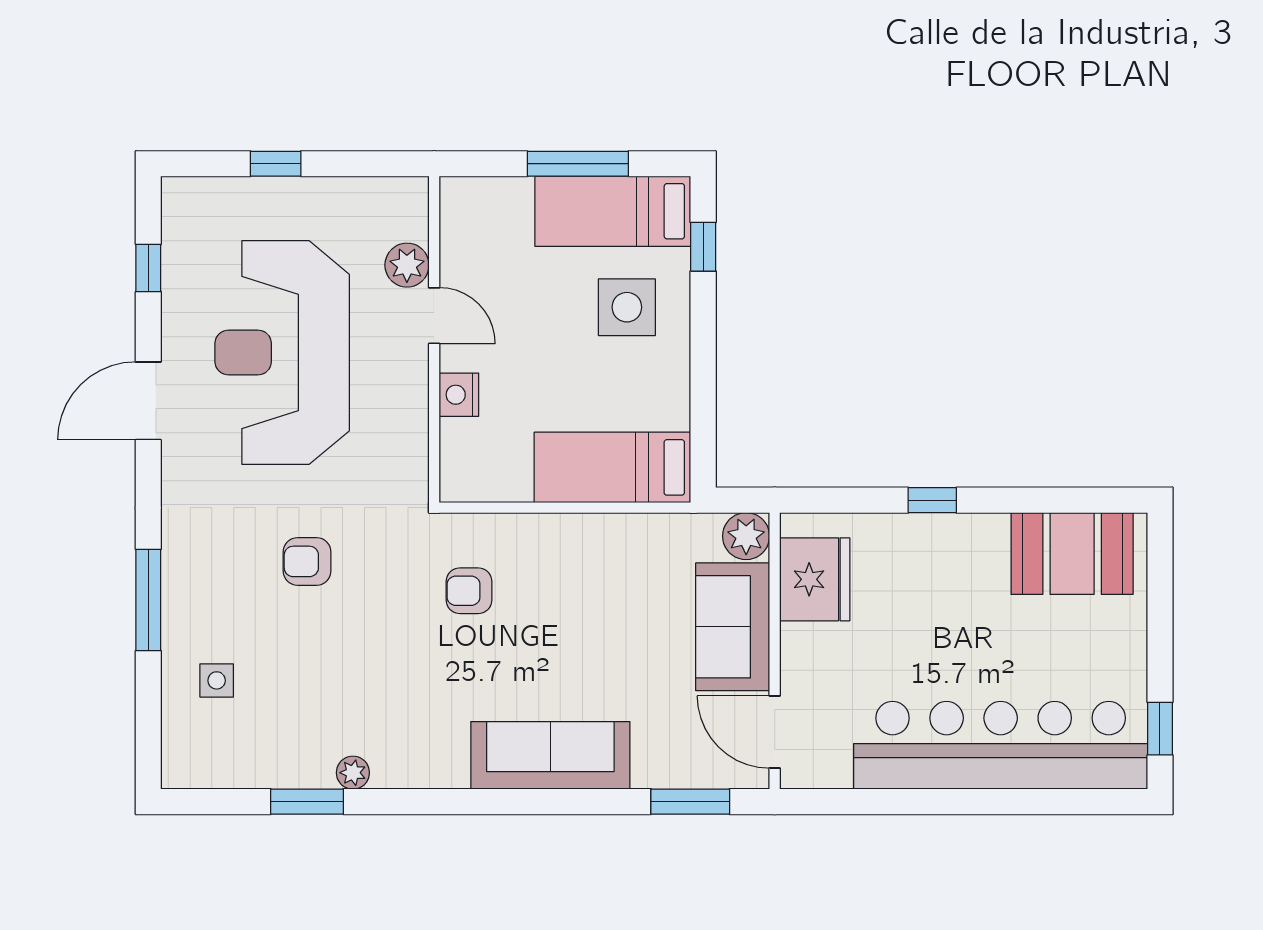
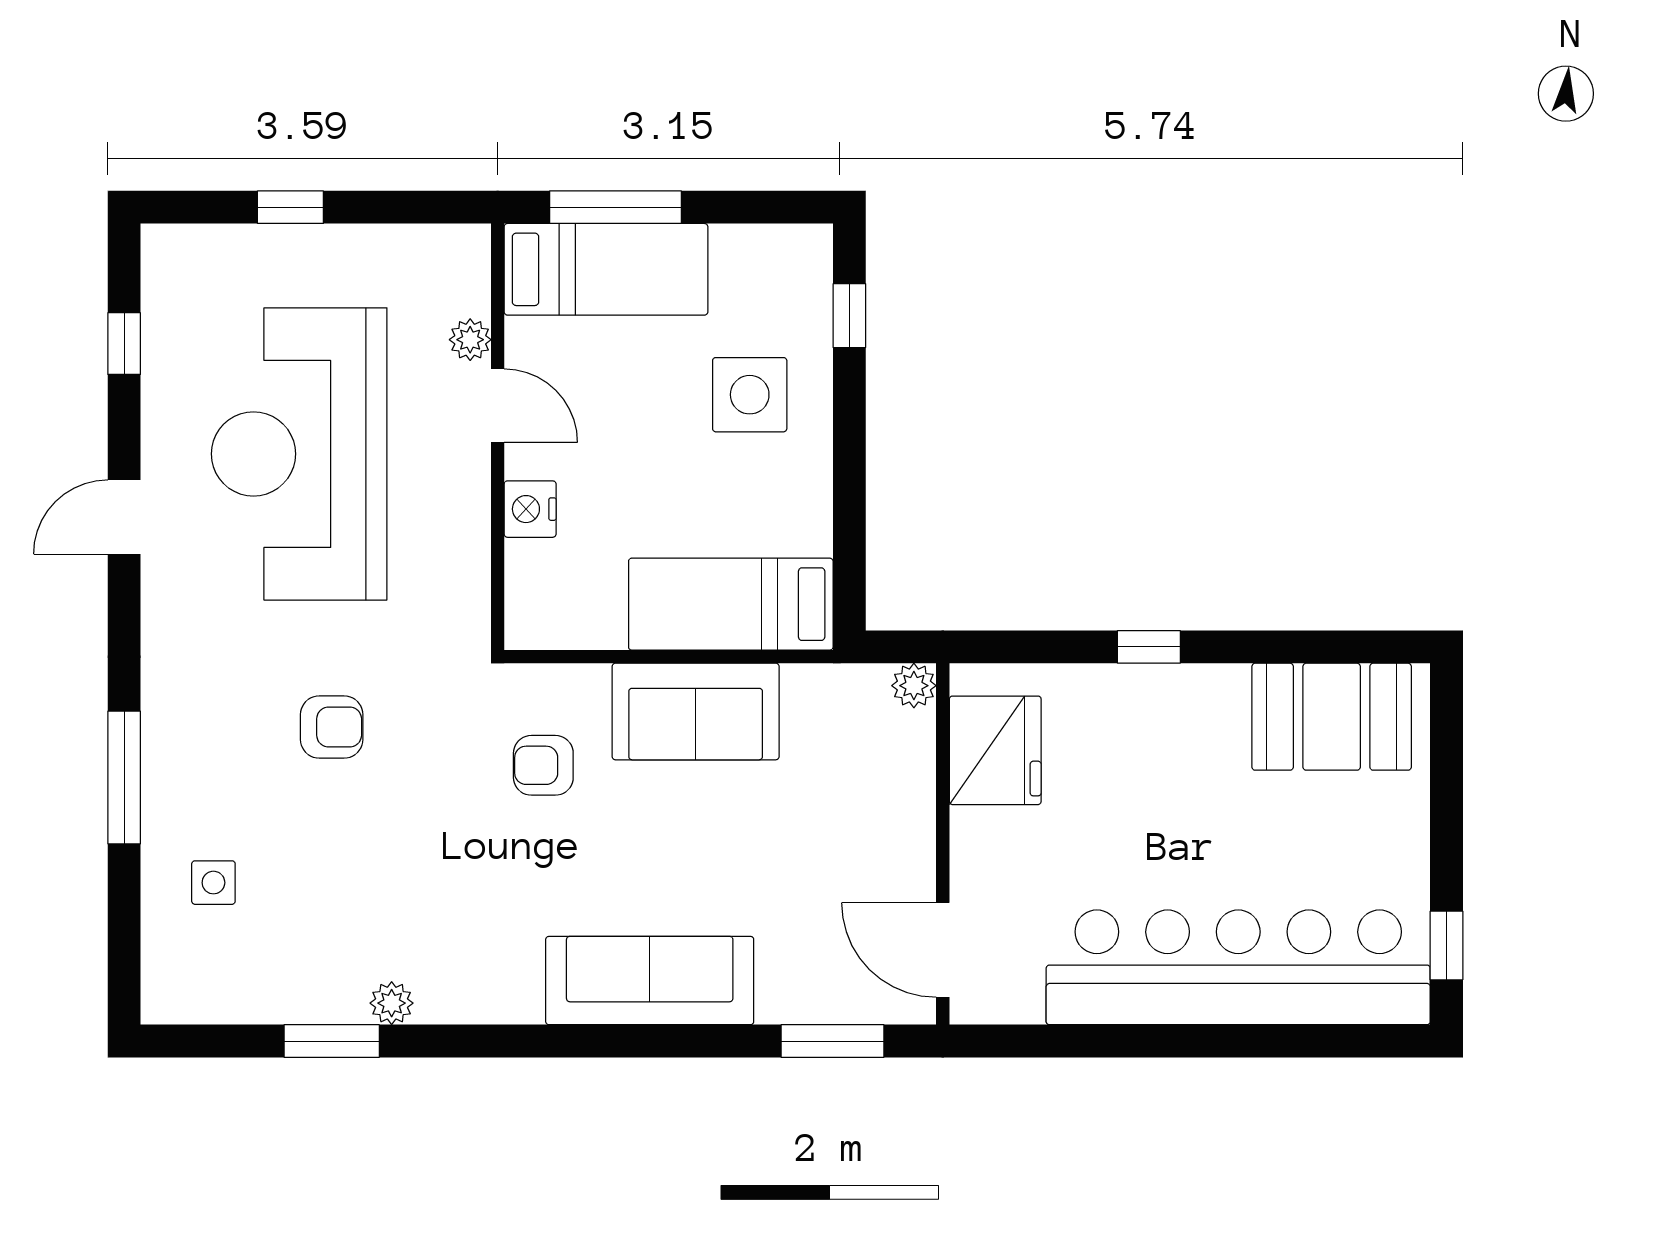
window: (578, 164) -> (615, 207), moved
bed: (613, 211) -> (606, 269), moved, turned 180
plant: (407, 265) -> (470, 340), width x0.73, depth x0.73
door: (148, 401) -> (124, 517), width x0.73
plant: (746, 536) -> (914, 686), width x0.73, depth x0.73
armchair: (307, 561) -> (332, 727), turned 180
sofa: (733, 627) -> (696, 711), moved, turned -90

